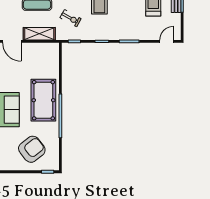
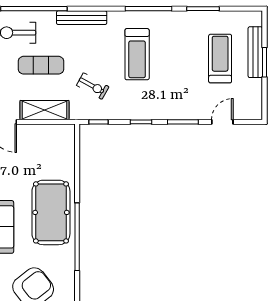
door: (167, 41) -> (222, 122), moved

